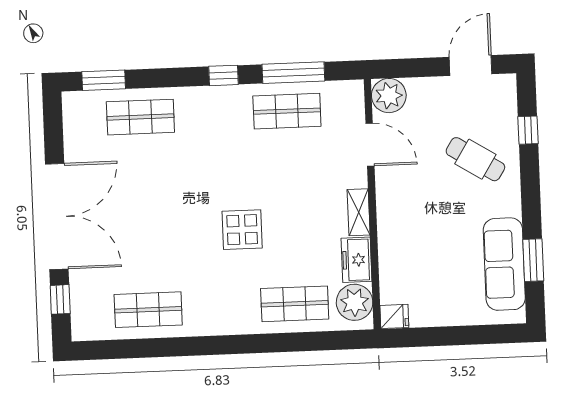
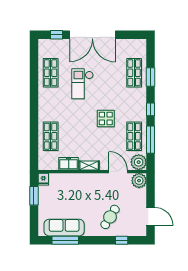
window: (104, 80) -> (151, 77), moved
door: (370, 145) -> (118, 172), swing flipped
display table: (242, 230) -> (106, 119), moved
checkout: (171, 235) -> (83, 84), added
window: (533, 260) -> (65, 240), width x1.44
plant: (355, 302) -> (139, 162), moved
window: (434, 336) -> (34, 196), added

